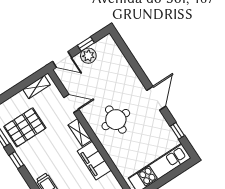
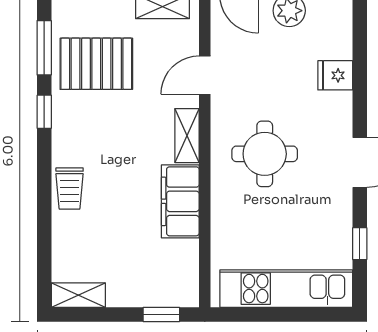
fridge: (124, 70) -> (335, 75), added
door: (71, 104) -> (205, 75), swing flipped

